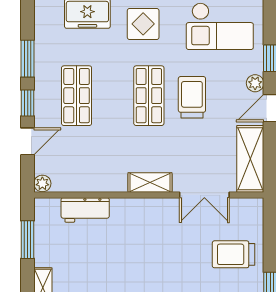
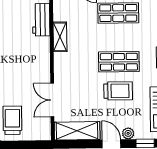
shelving: (150, 182) -> (60, 37), moved

